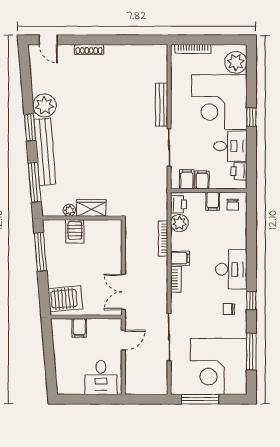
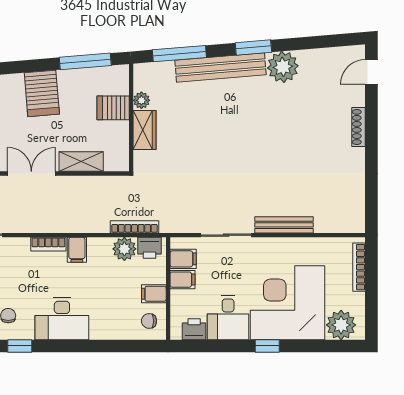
bookcase: (163, 238) -> (134, 227), moved
shelving: (115, 255) -> (81, 162), added
server rack: (65, 299) -> (42, 93), moved

